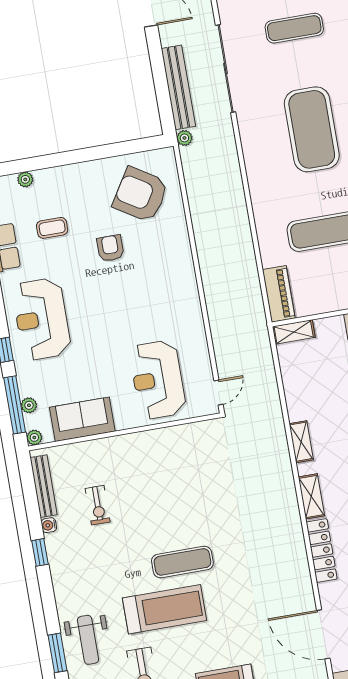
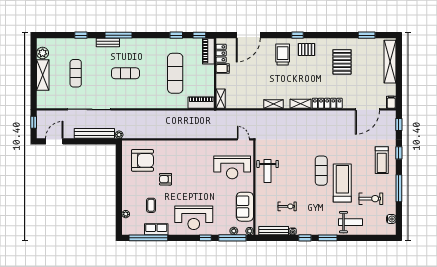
exercise mat: (312, 129) -> (125, 73), width x0.50, depth x0.69
armchair: (140, 195) -> (142, 160), turned -122
weight bench: (163, 453) -> (268, 171), added
window: (57, 653) -> (328, 238), moved

